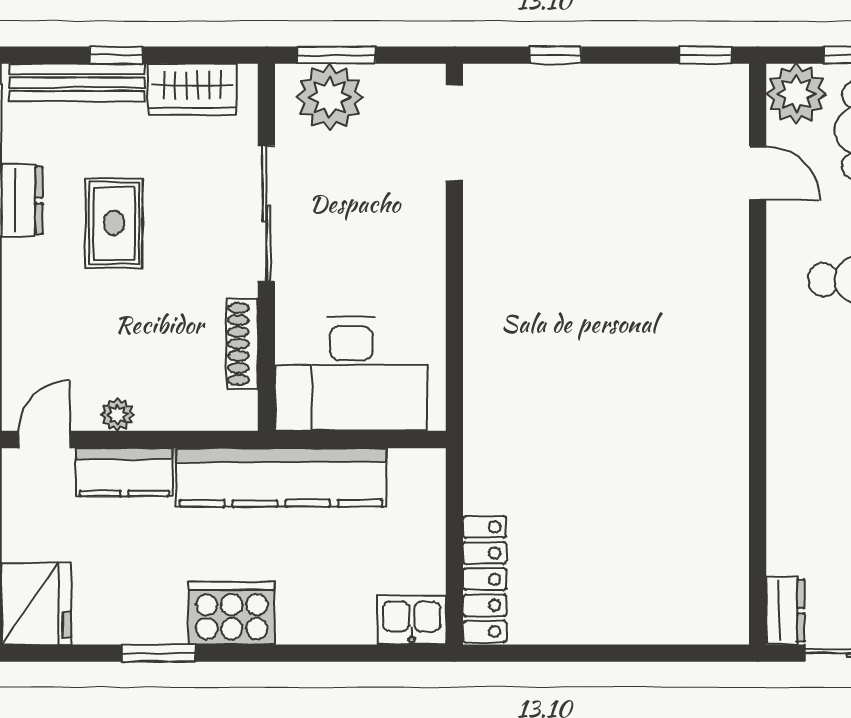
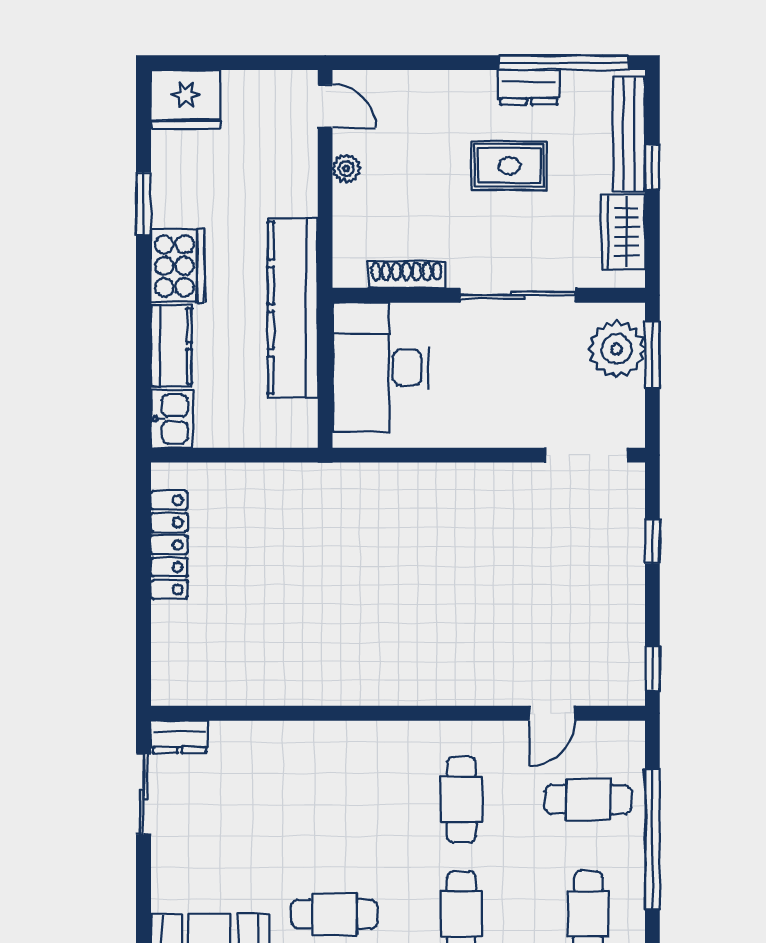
plant: (796, 94) -> (619, 746), removed
kitchen counter: (124, 472) -> (171, 346), moved, turned 180
locker: (485, 579) -> (169, 545), moved, turned -90

